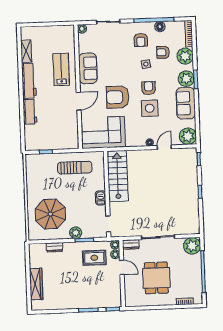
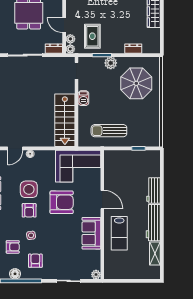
door: (79, 101) -> (102, 200), swing flipped
rug: (94, 258) -> (92, 36), turned 90

